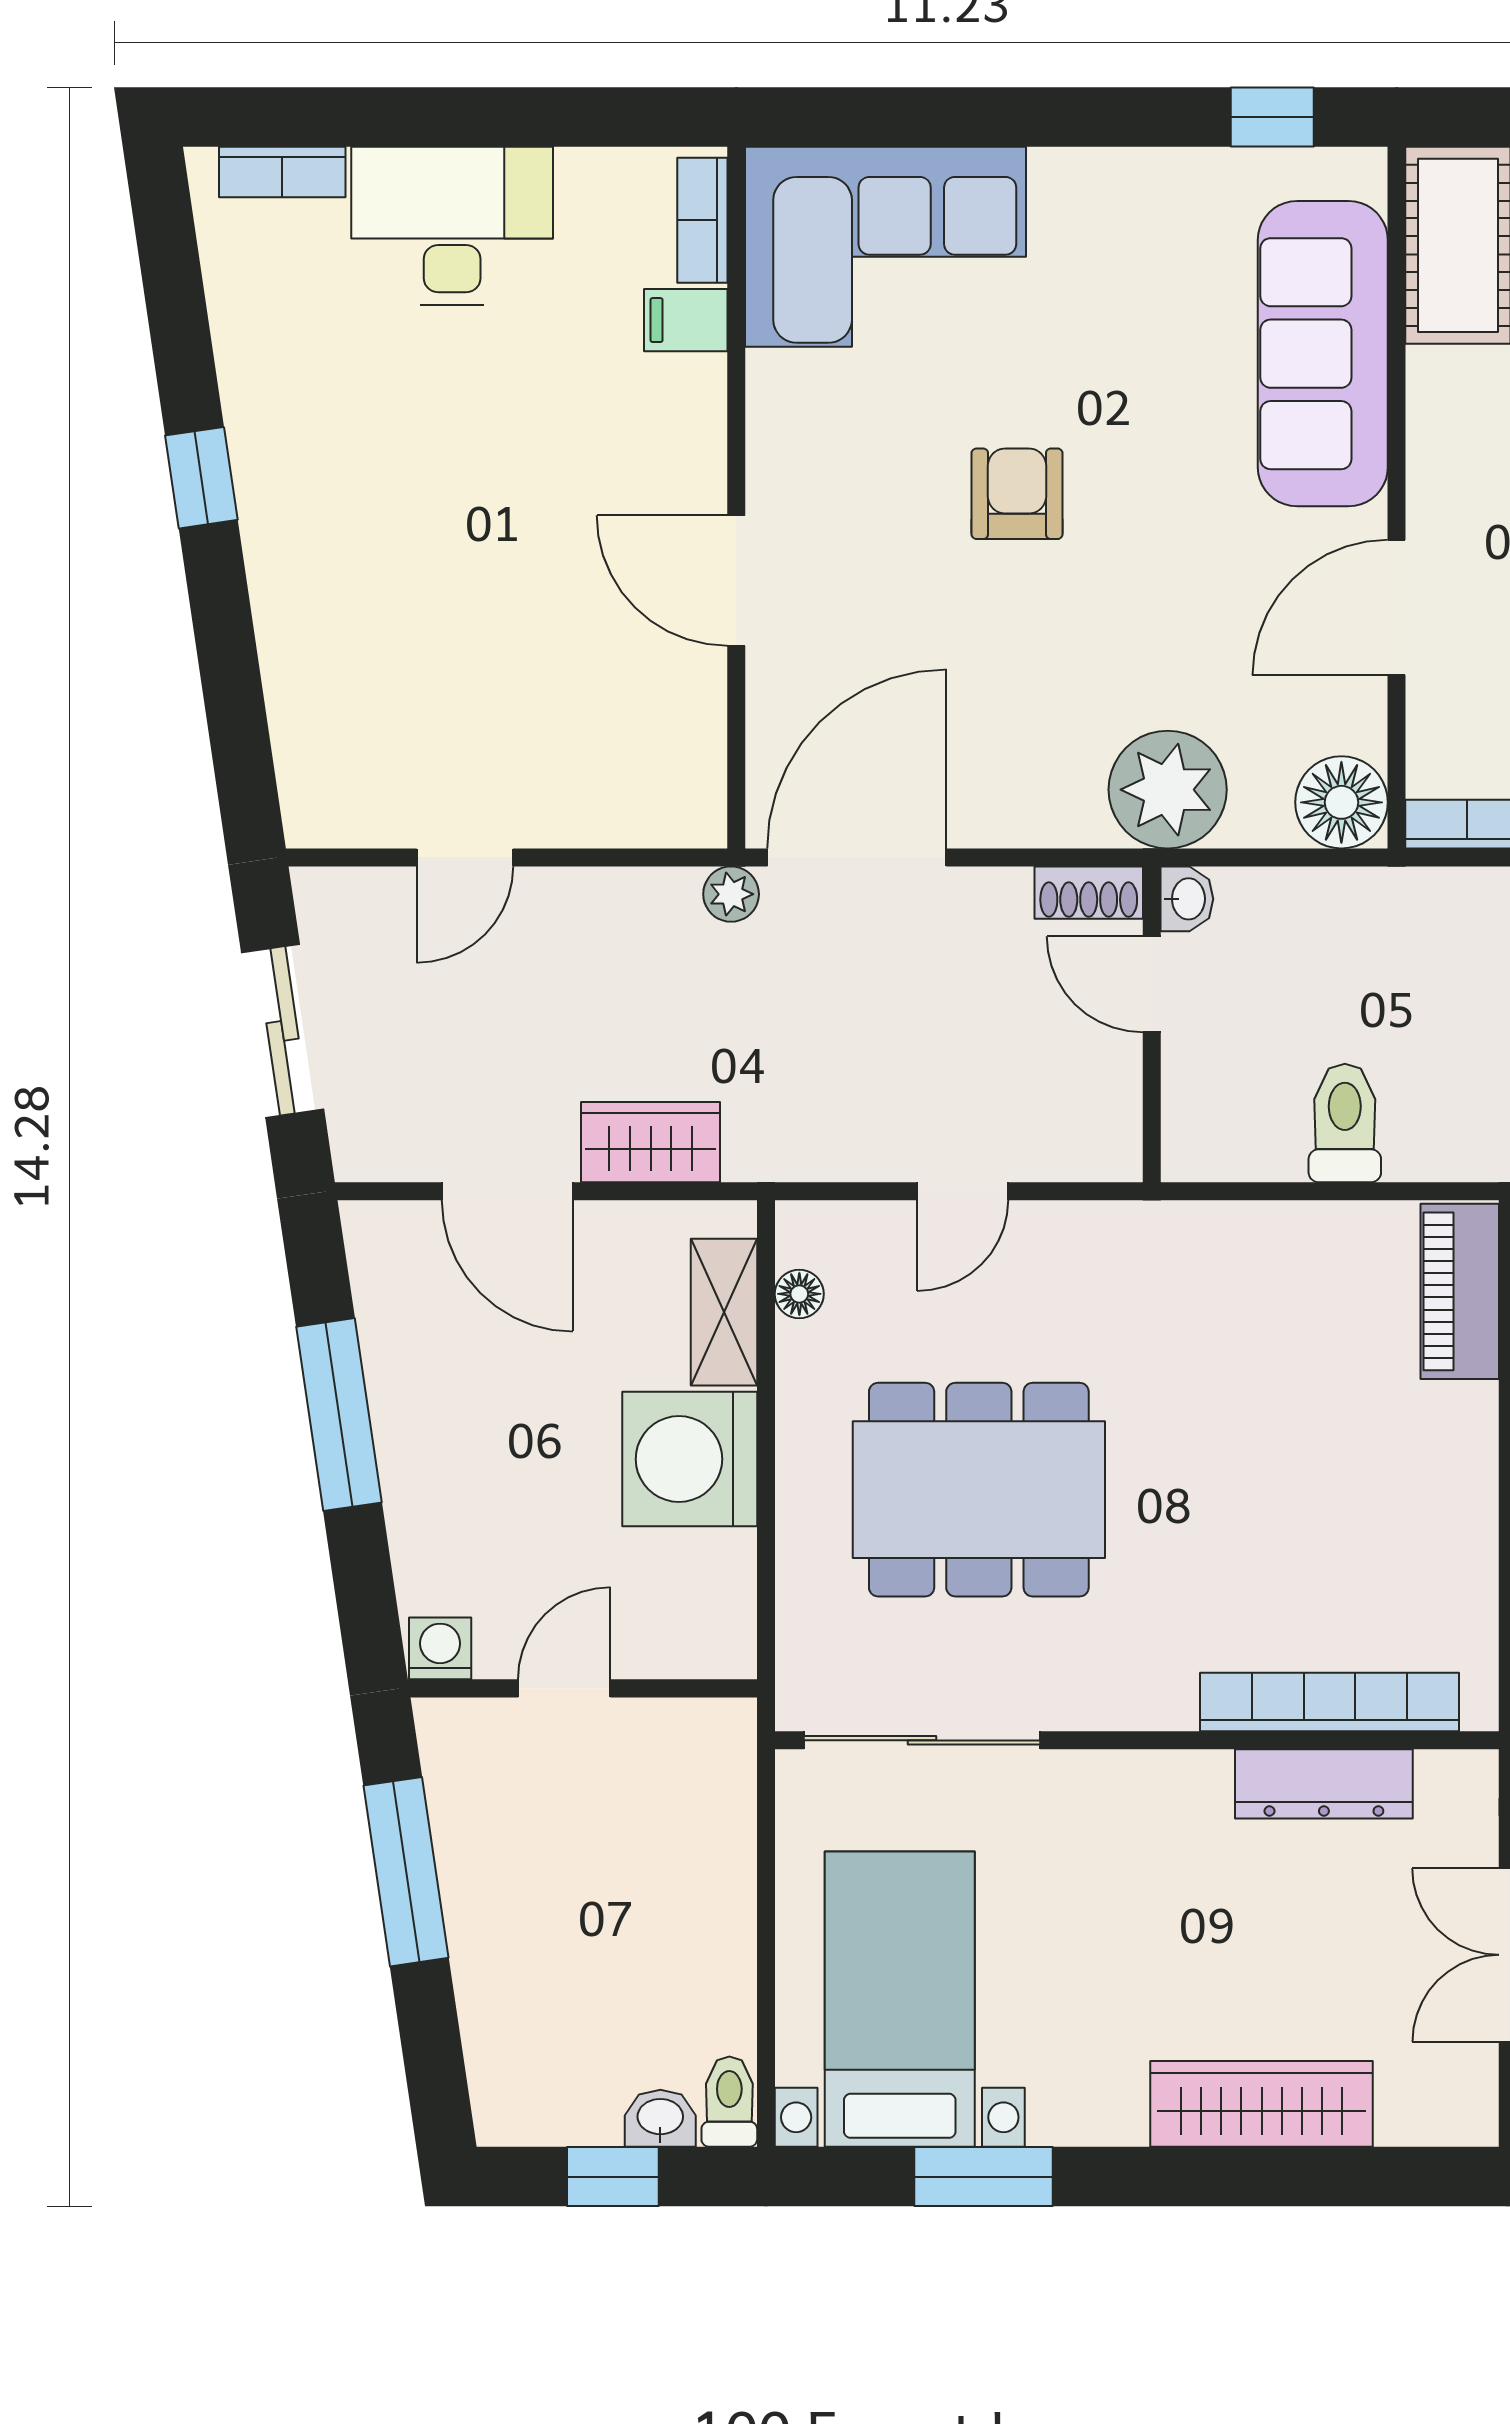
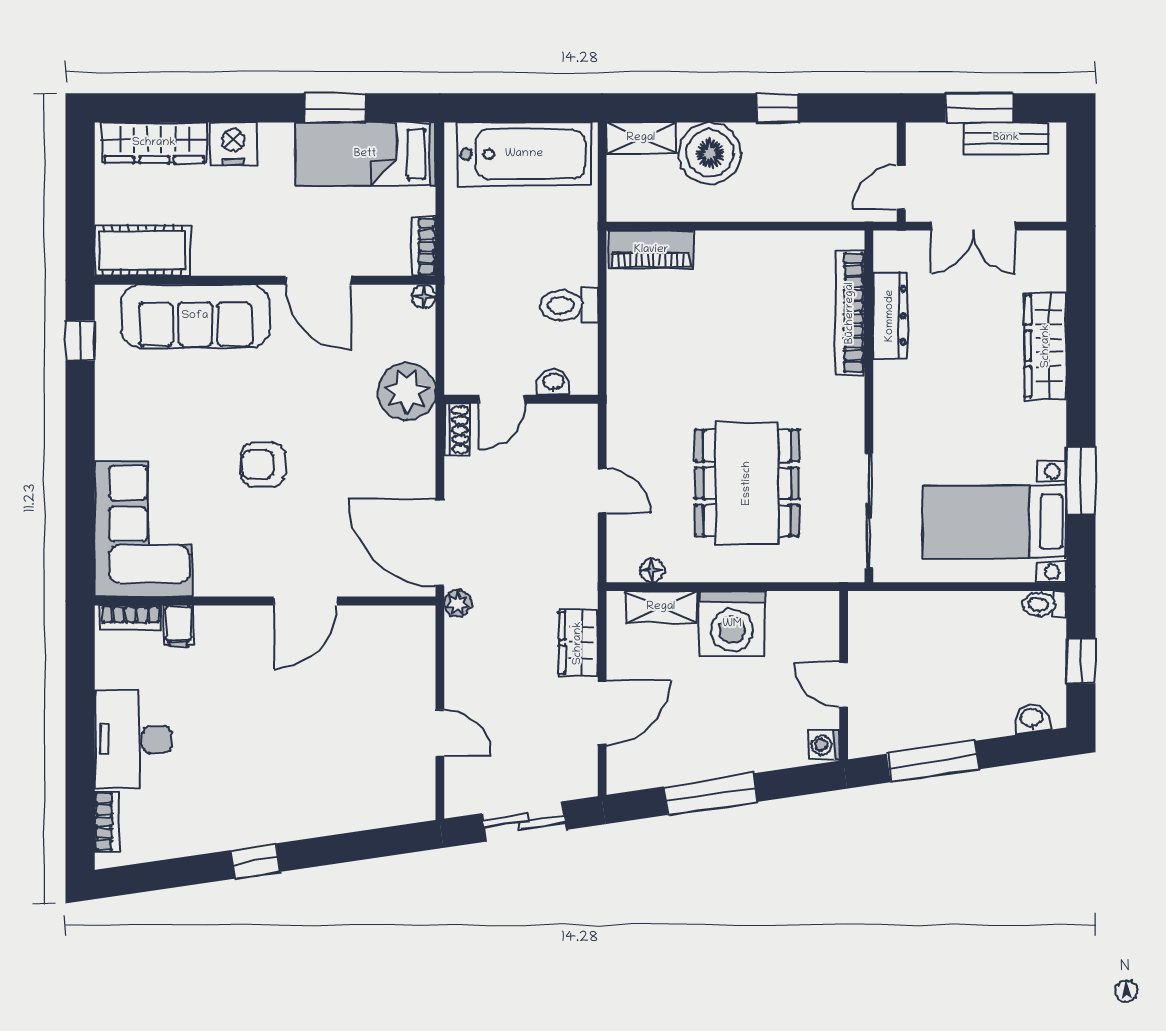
floor lamp: (1341, 802) -> (424, 296), width x0.53, depth x0.53
washbasin: (1187, 899) -> (553, 382), moved
washbasin: (660, 2118) -> (1032, 718), moved, turned 82

